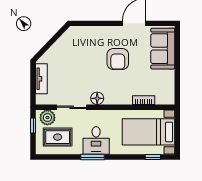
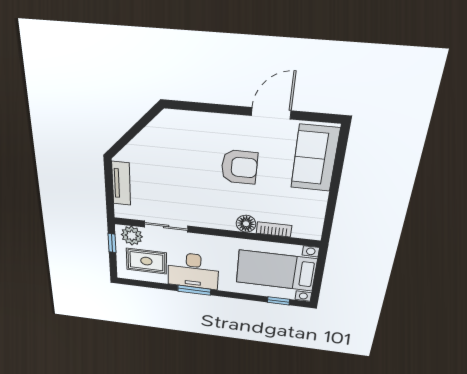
armchair: (118, 59) -> (239, 167), turned -90
floor lamp: (97, 98) -> (246, 224), moved
desk: (96, 140) -> (193, 271), width x1.37

